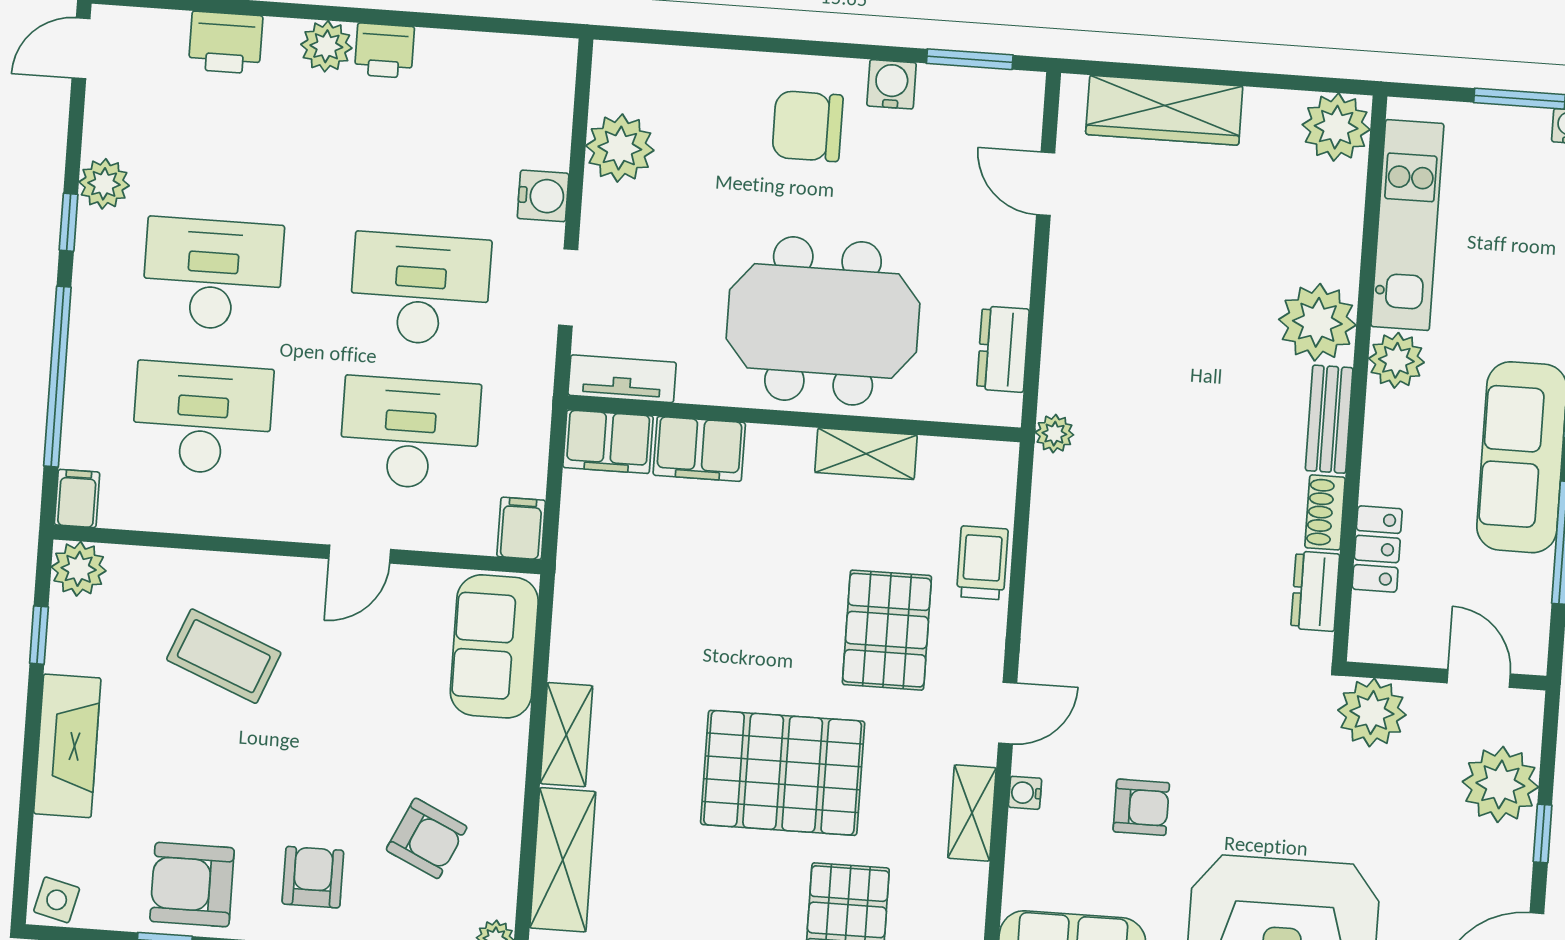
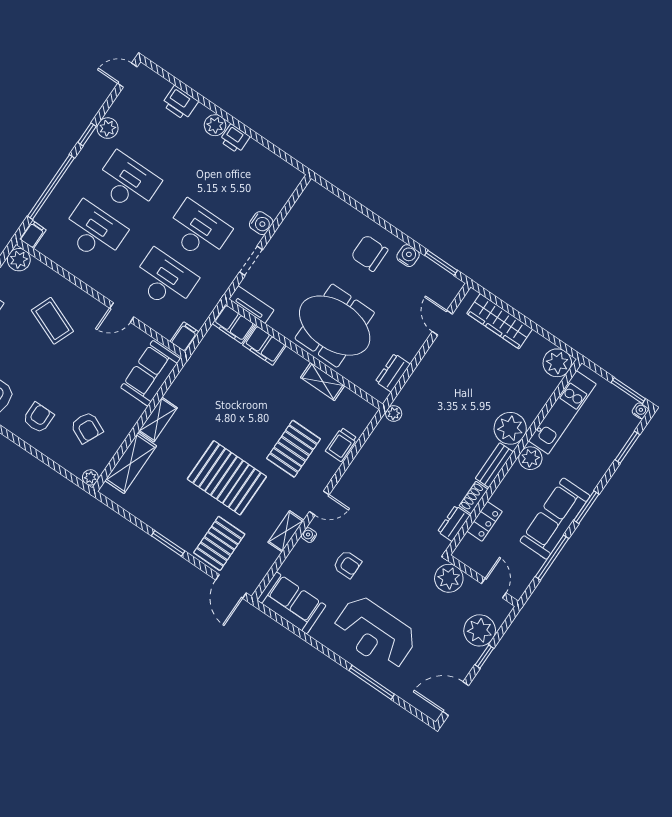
plant: (620, 148) -> (298, 222), removed
trolley: (982, 563) -> (341, 445), turned 180

